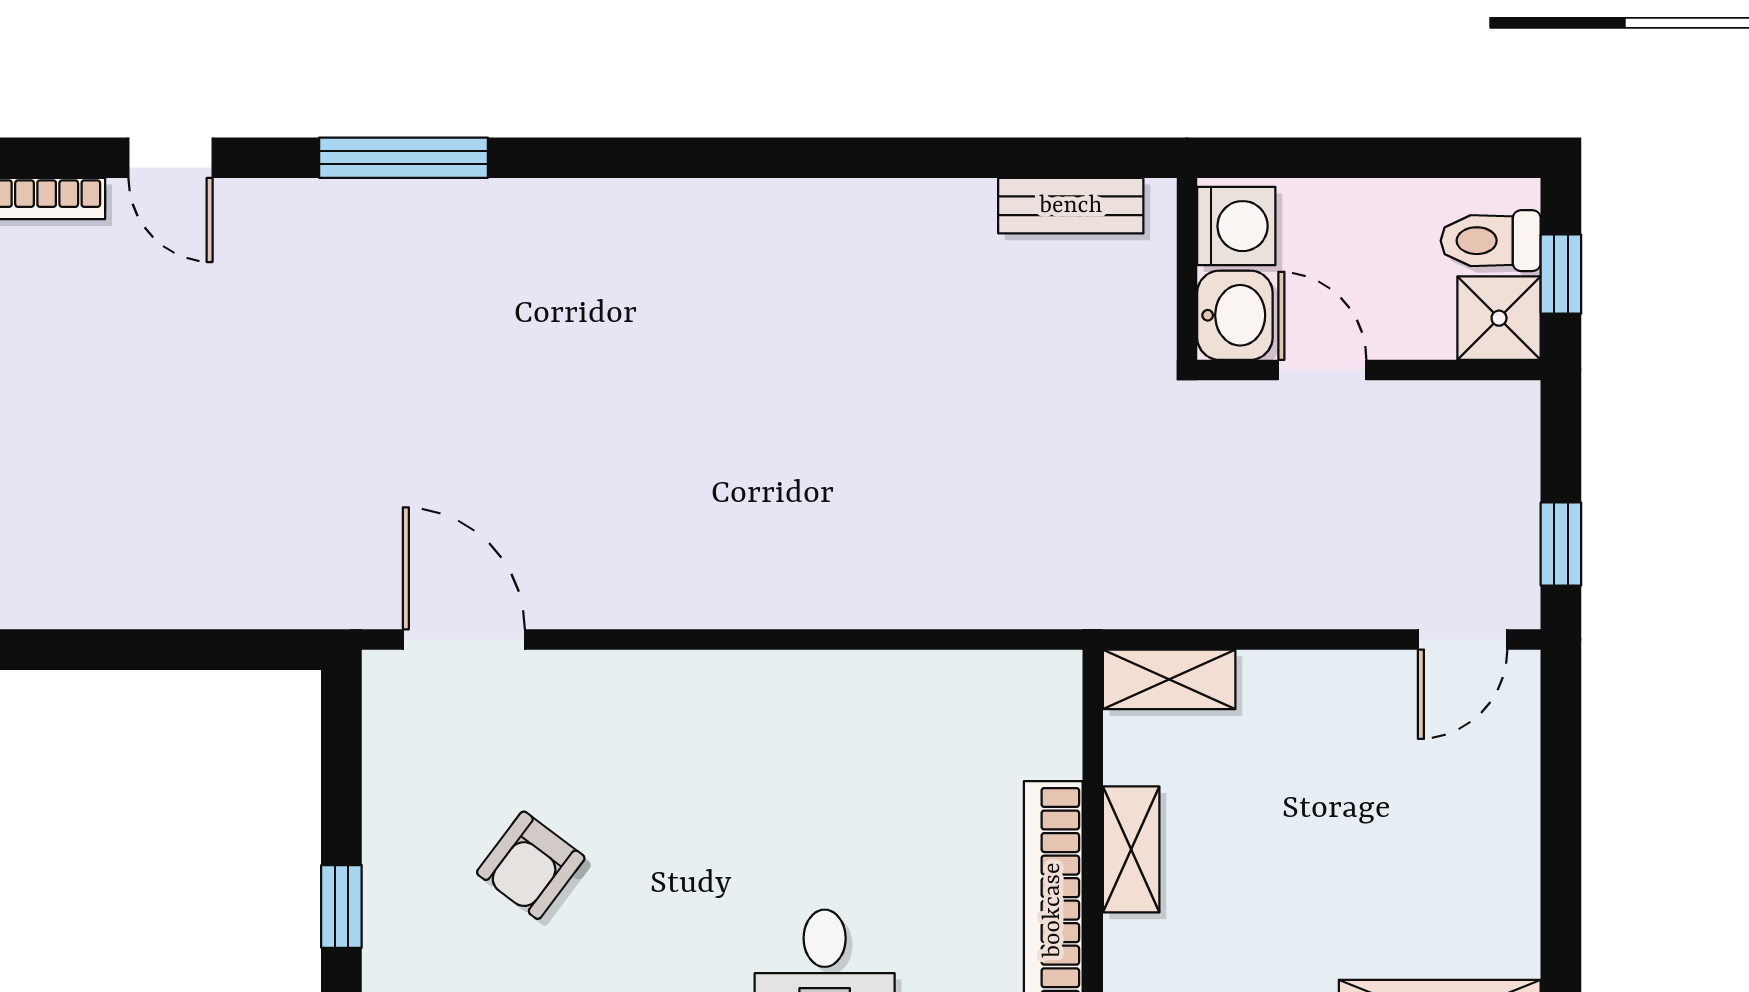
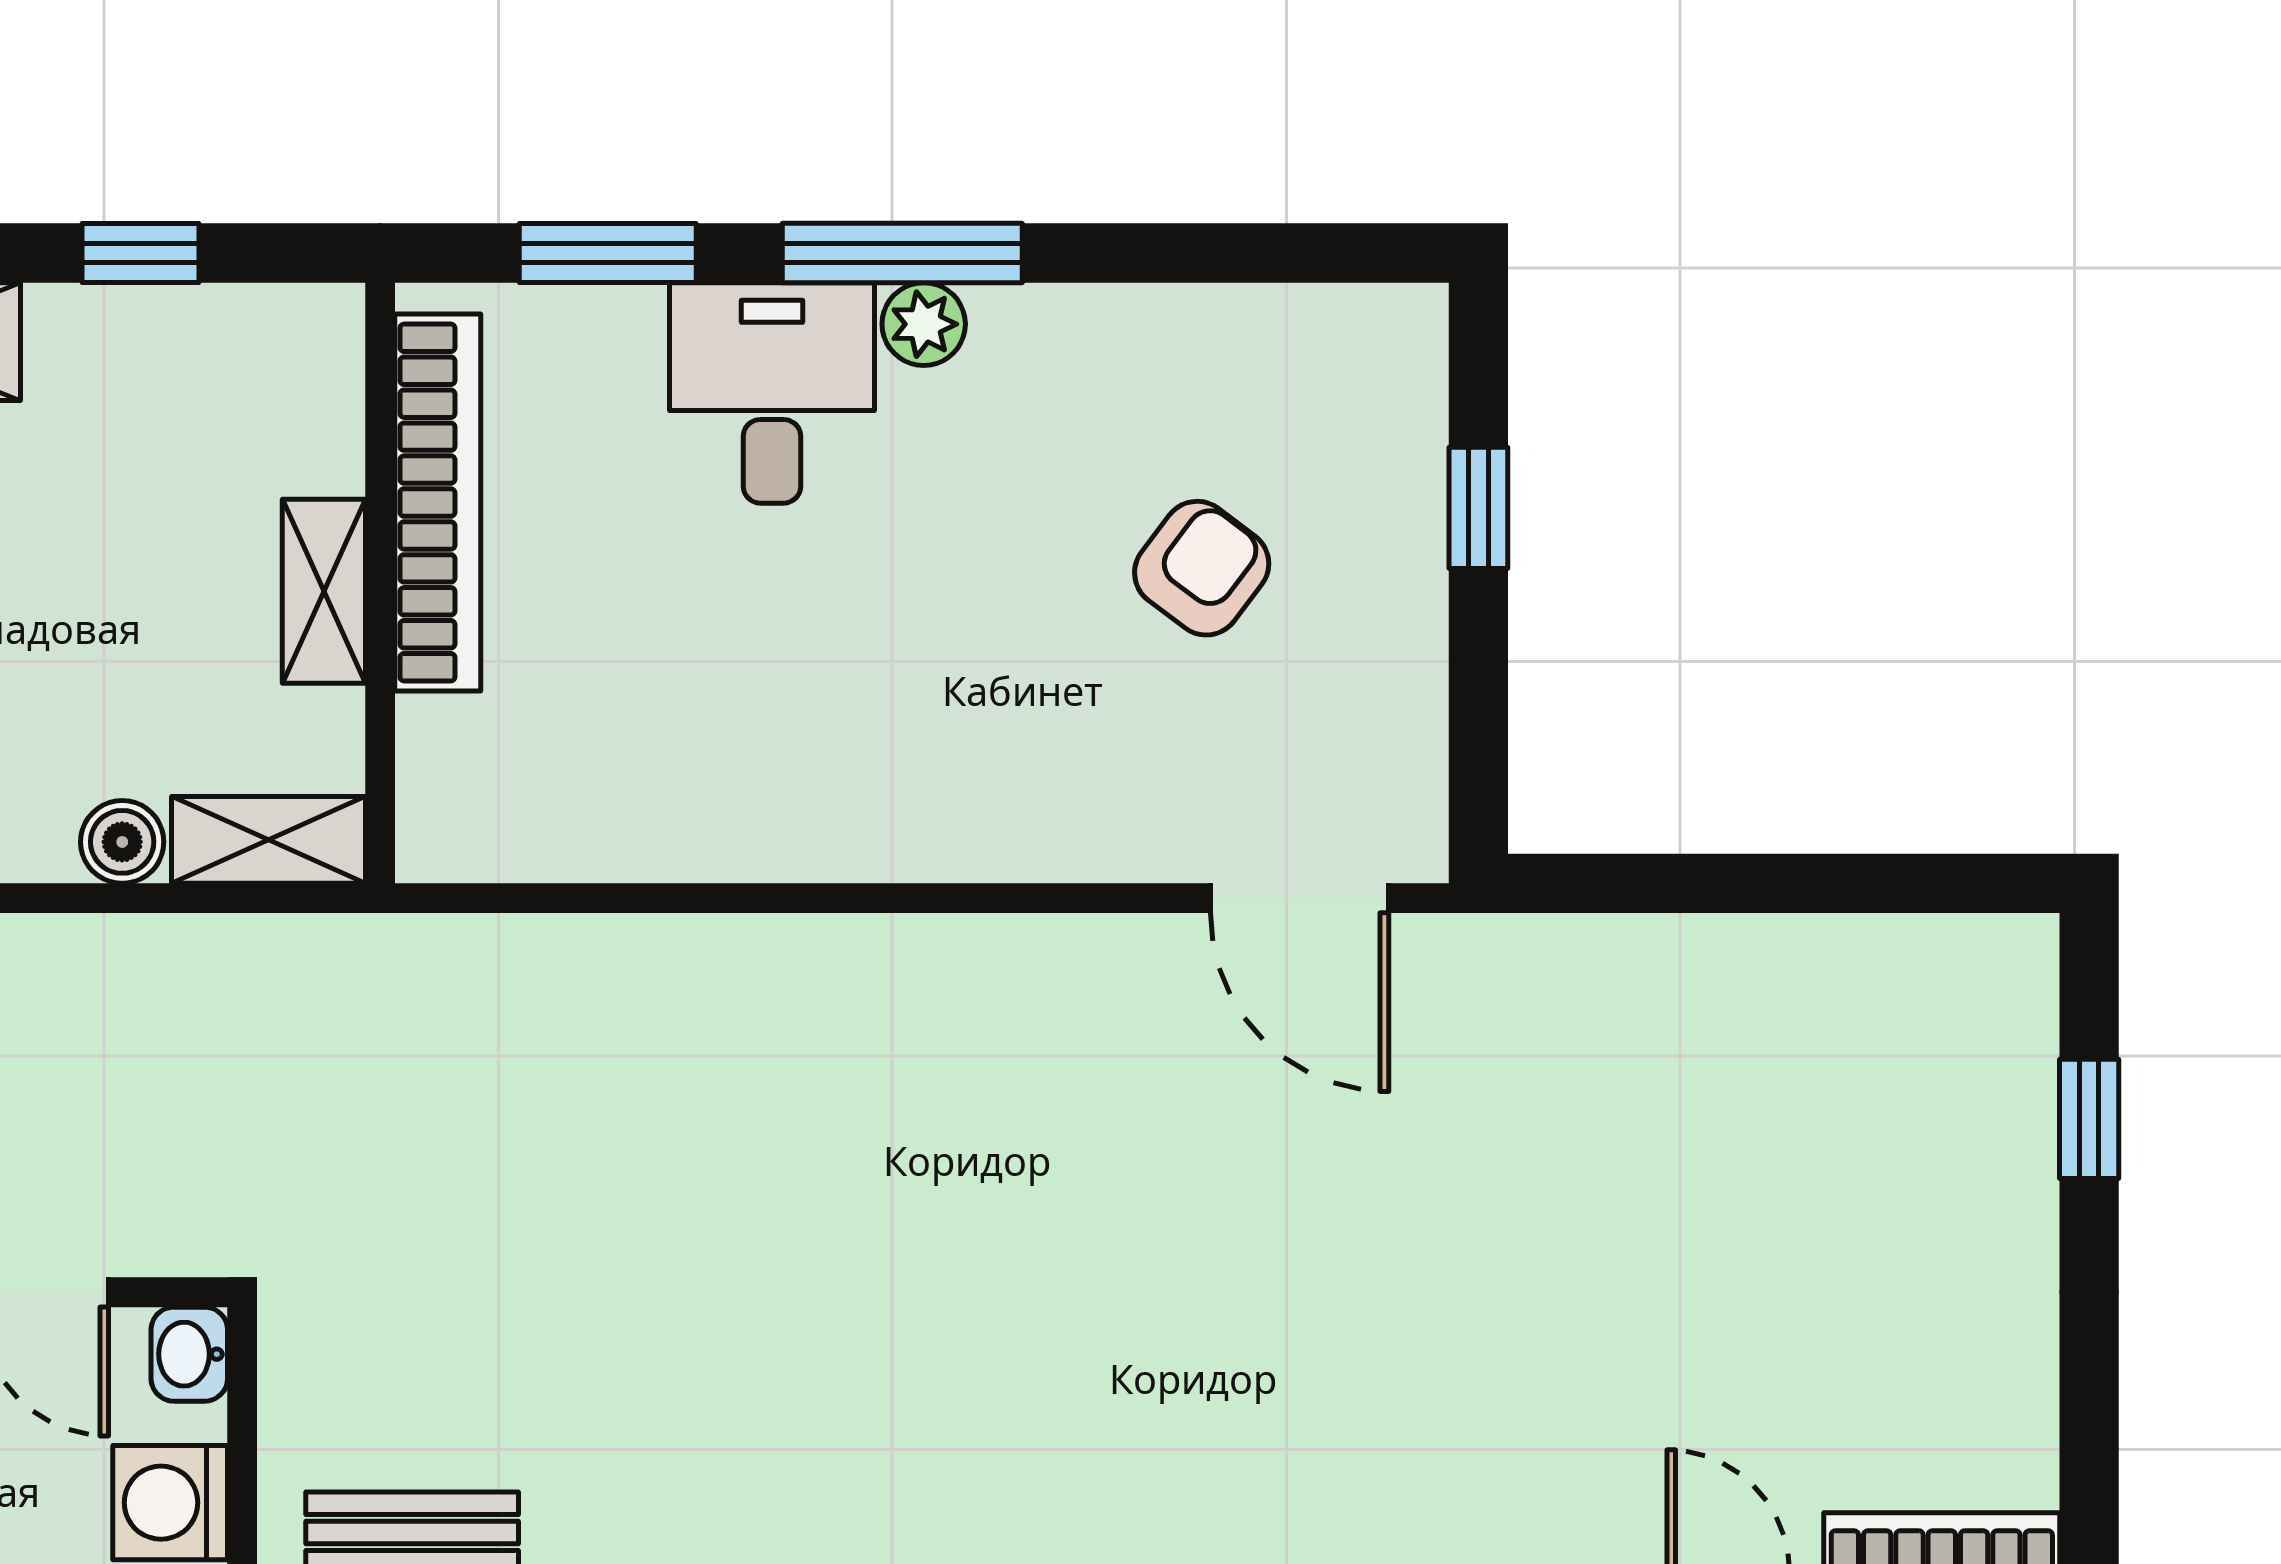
washbasin: (1235, 315) -> (189, 1354), width x0.72, depth x0.69
boiler: (1269, 678) -> (122, 842), added

